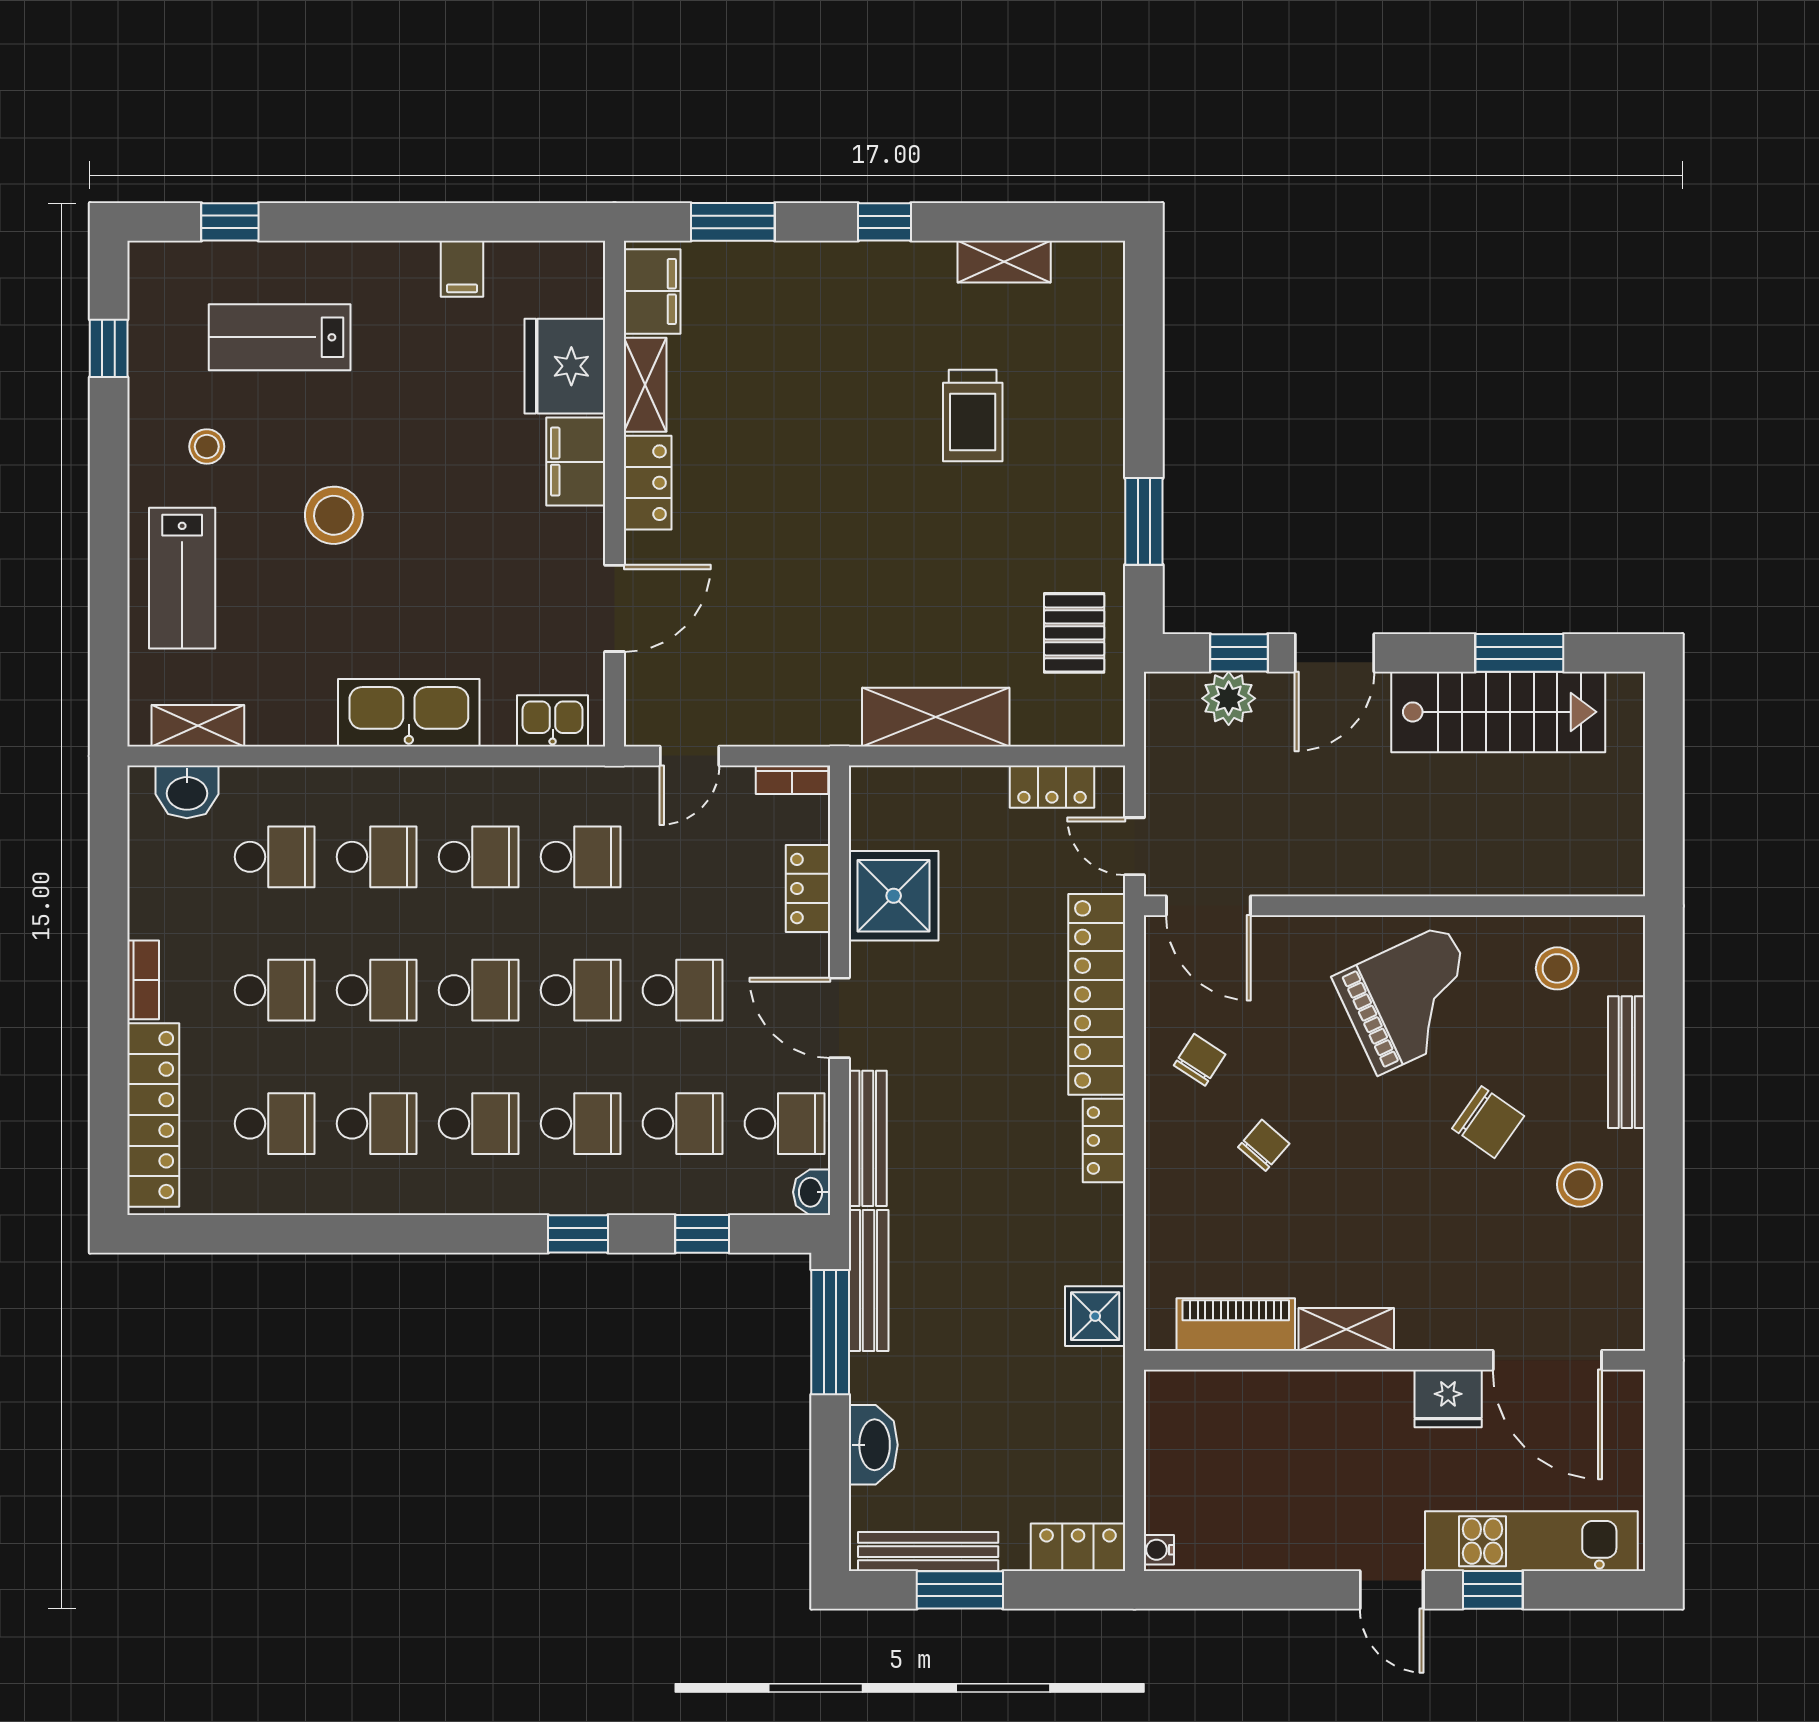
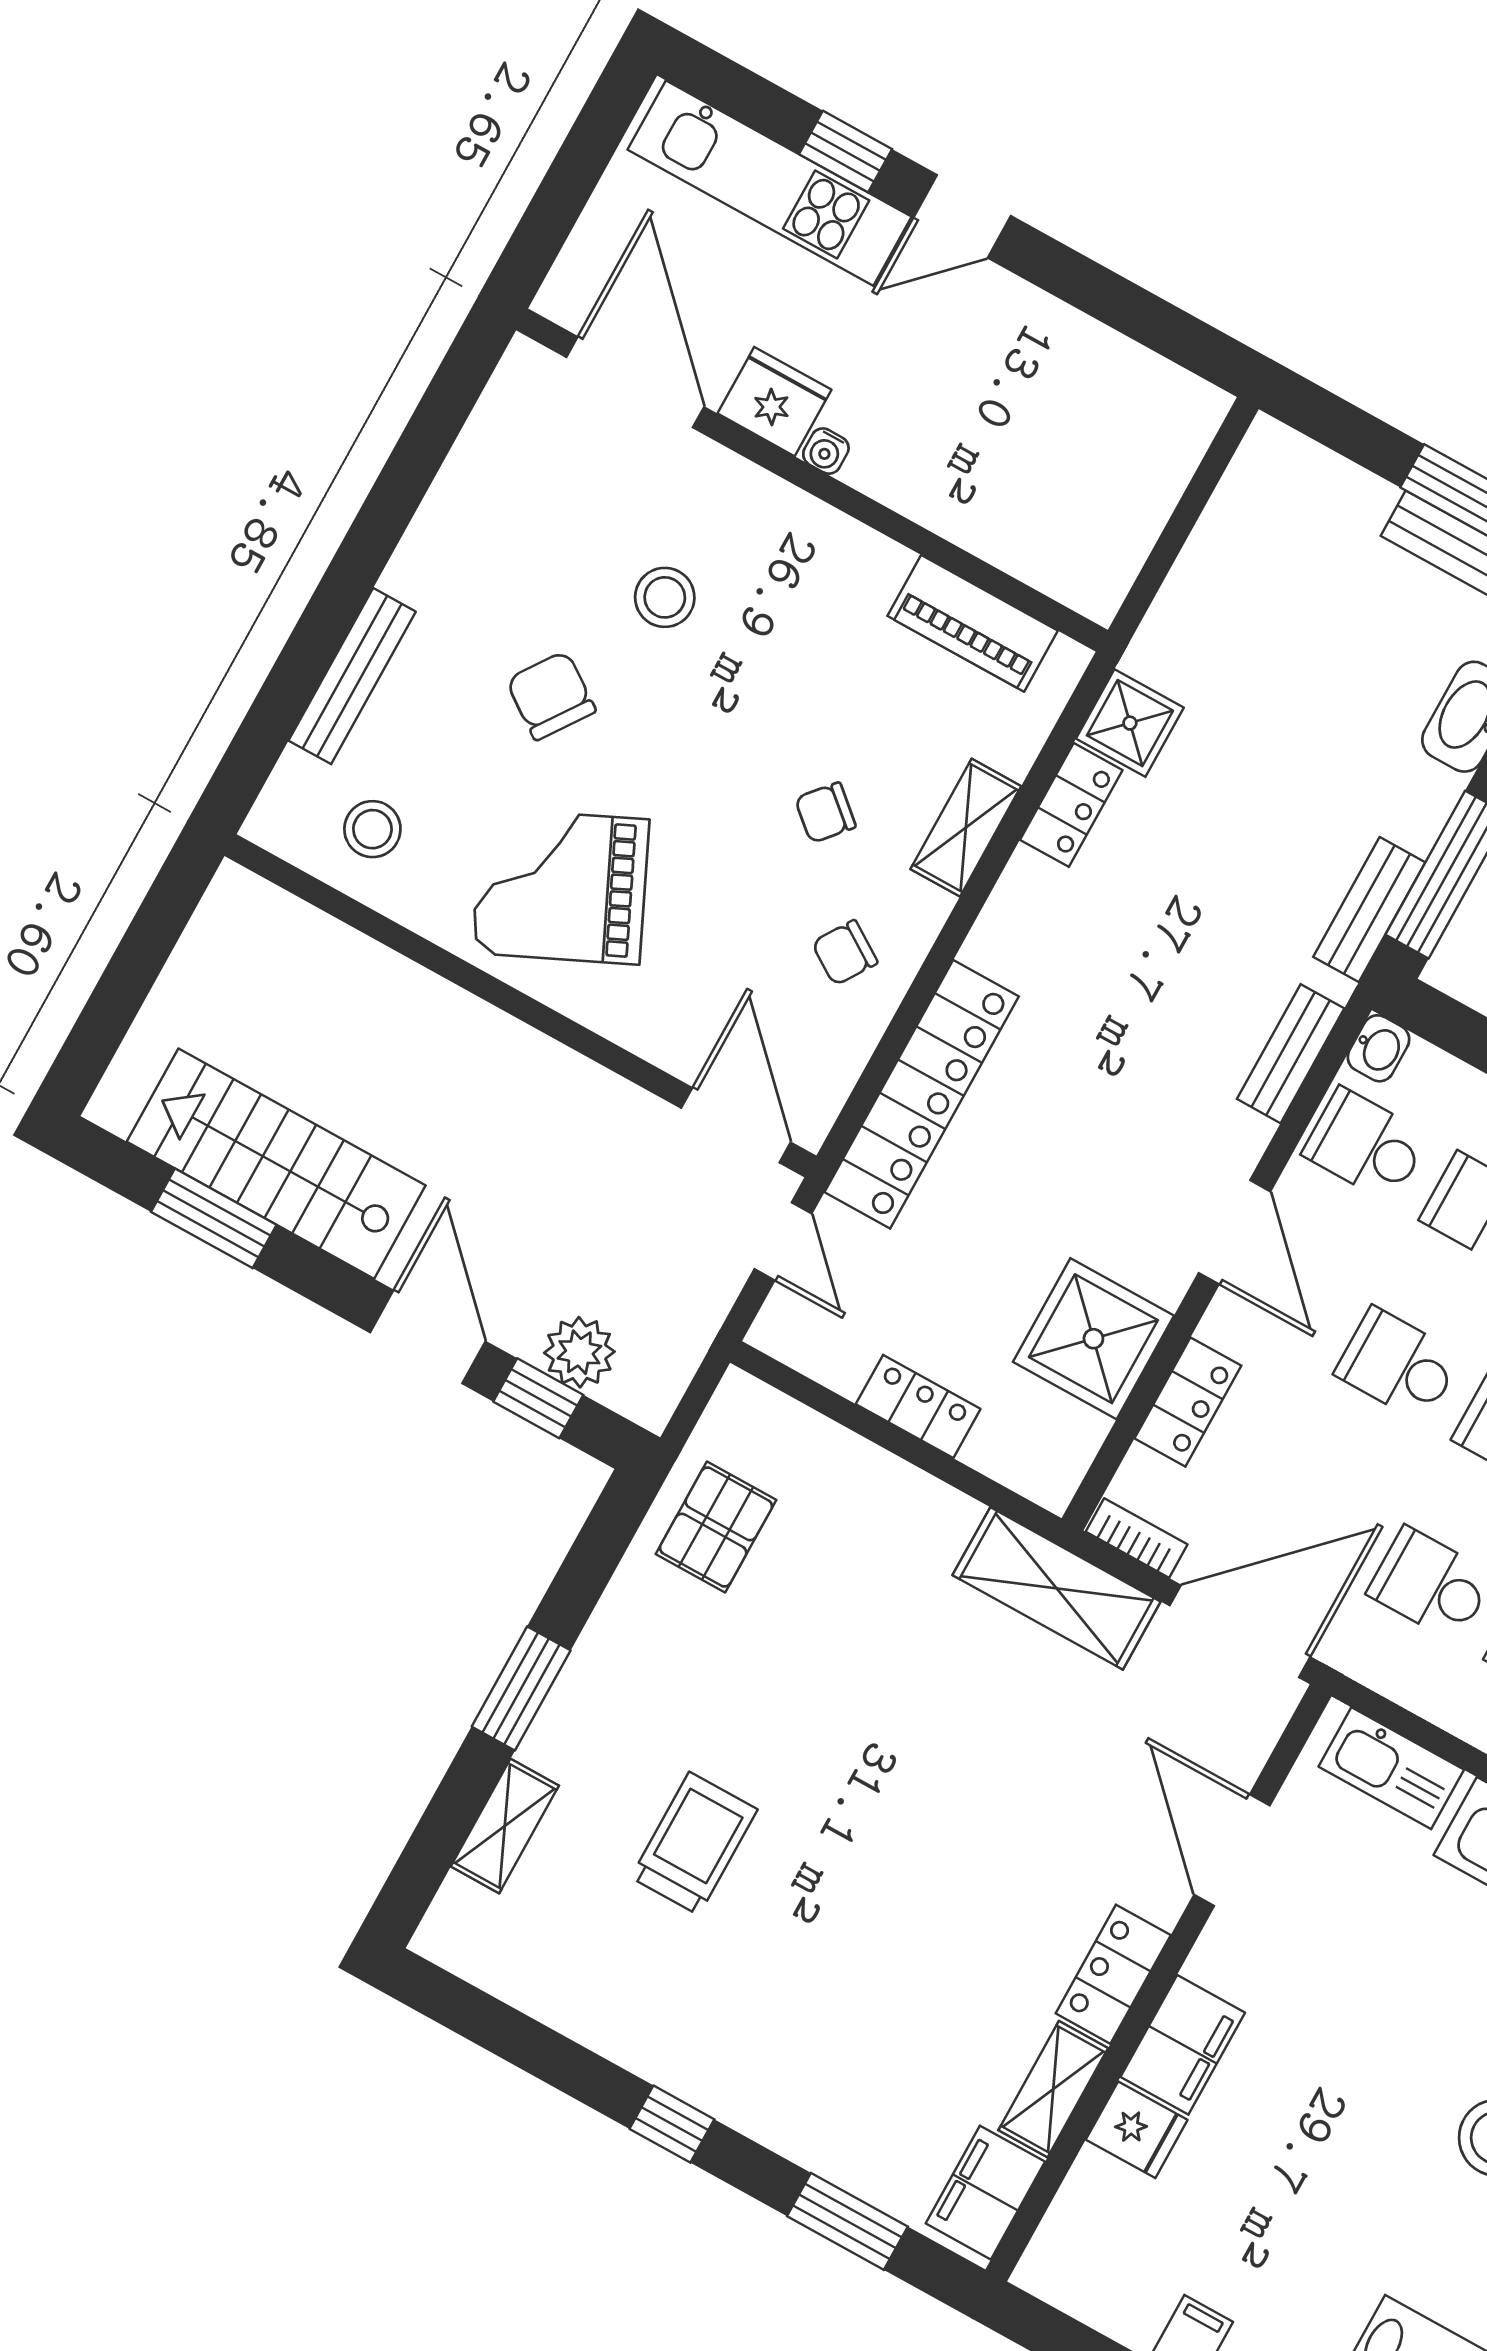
shelving: (1004, 262) -> (505, 1826), moved, turned 90
fridge: (565, 366) -> (1137, 2130), width x0.53, depth x0.75
window: (1144, 521) -> (521, 1688), moved
door: (615, 608) -> (1232, 1850), hinge flipped
door: (1334, 653) -> (428, 1337), hinge flipped
shelving: (936, 717) -> (1057, 1588), moved
kitchen sink: (553, 721) -> (1391, 1768), width x1.38
door: (689, 756) -> (1240, 1631), width x1.87
locker: (1052, 787) -> (918, 1407), moved
bench: (868, 1138) -> (1291, 1054), width x0.73
locker: (1104, 1140) -> (1071, 805), moved
stool: (1579, 1184) -> (665, 597), moved
bench: (869, 1281) -> (1369, 910), width x0.73
shelving: (1346, 1329) -> (966, 828), moved, turned 90
locker: (1078, 1547) -> (1298, 467), removed
water cooler: (1159, 1550) -> (826, 451), moved, turned 90
door: (1392, 1590) -> (962, 216), swing flipped

